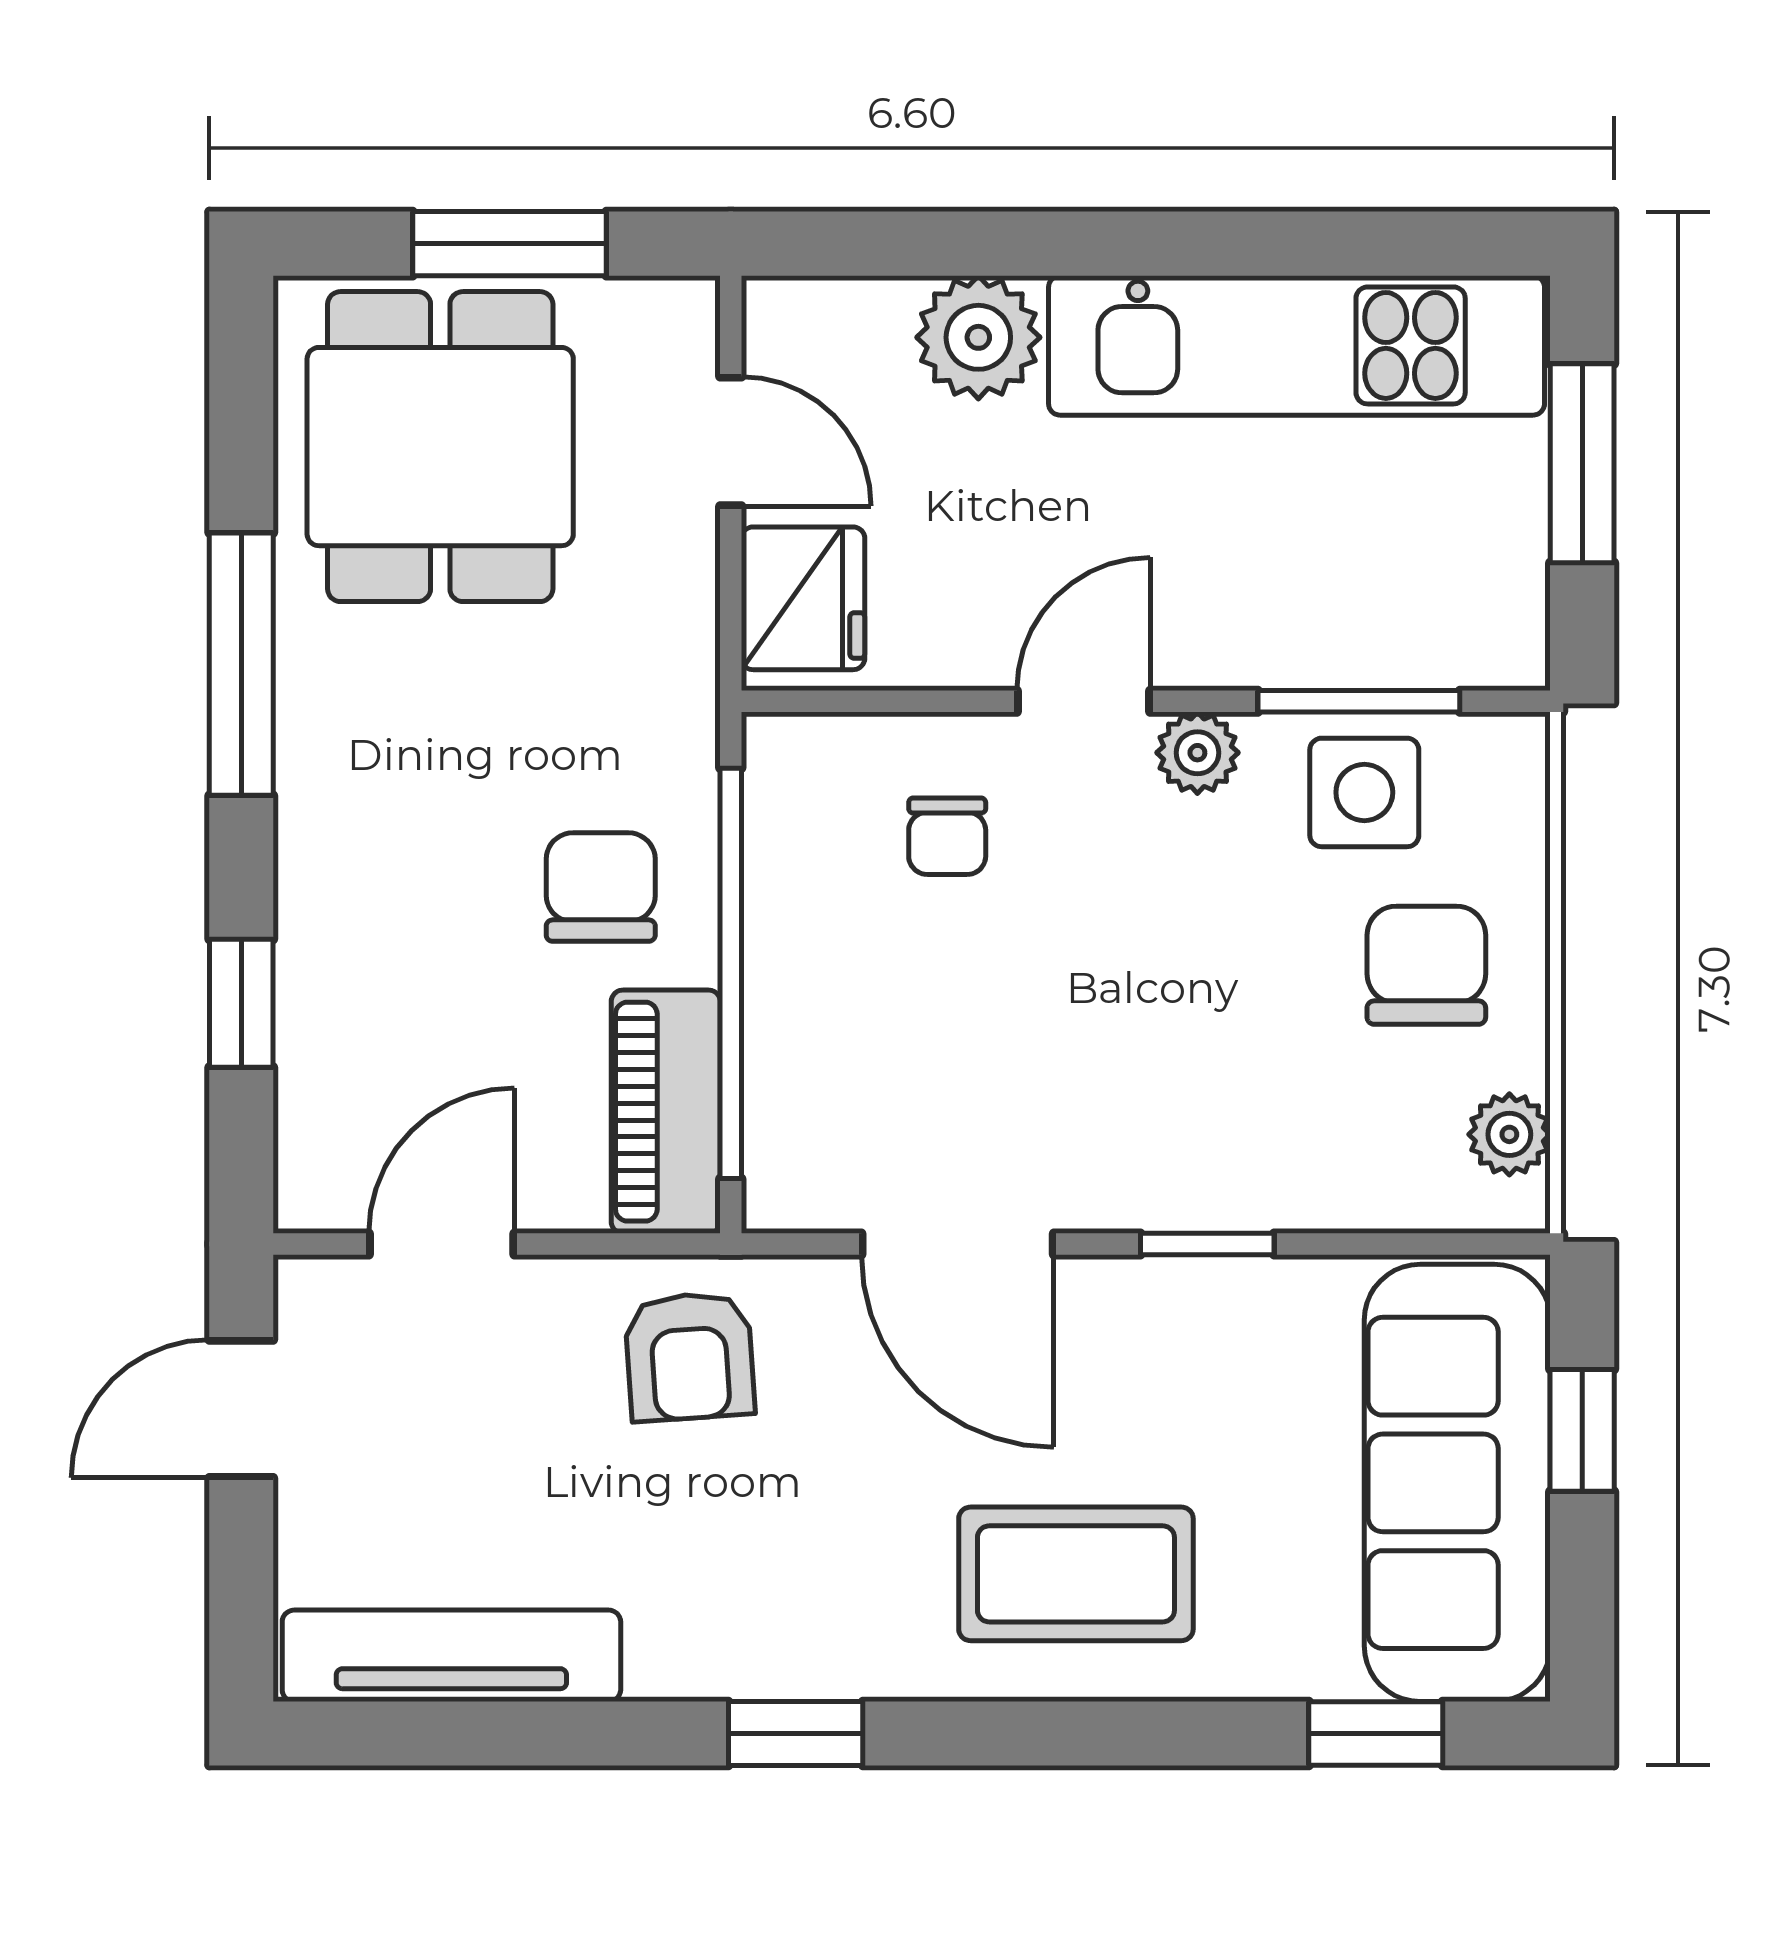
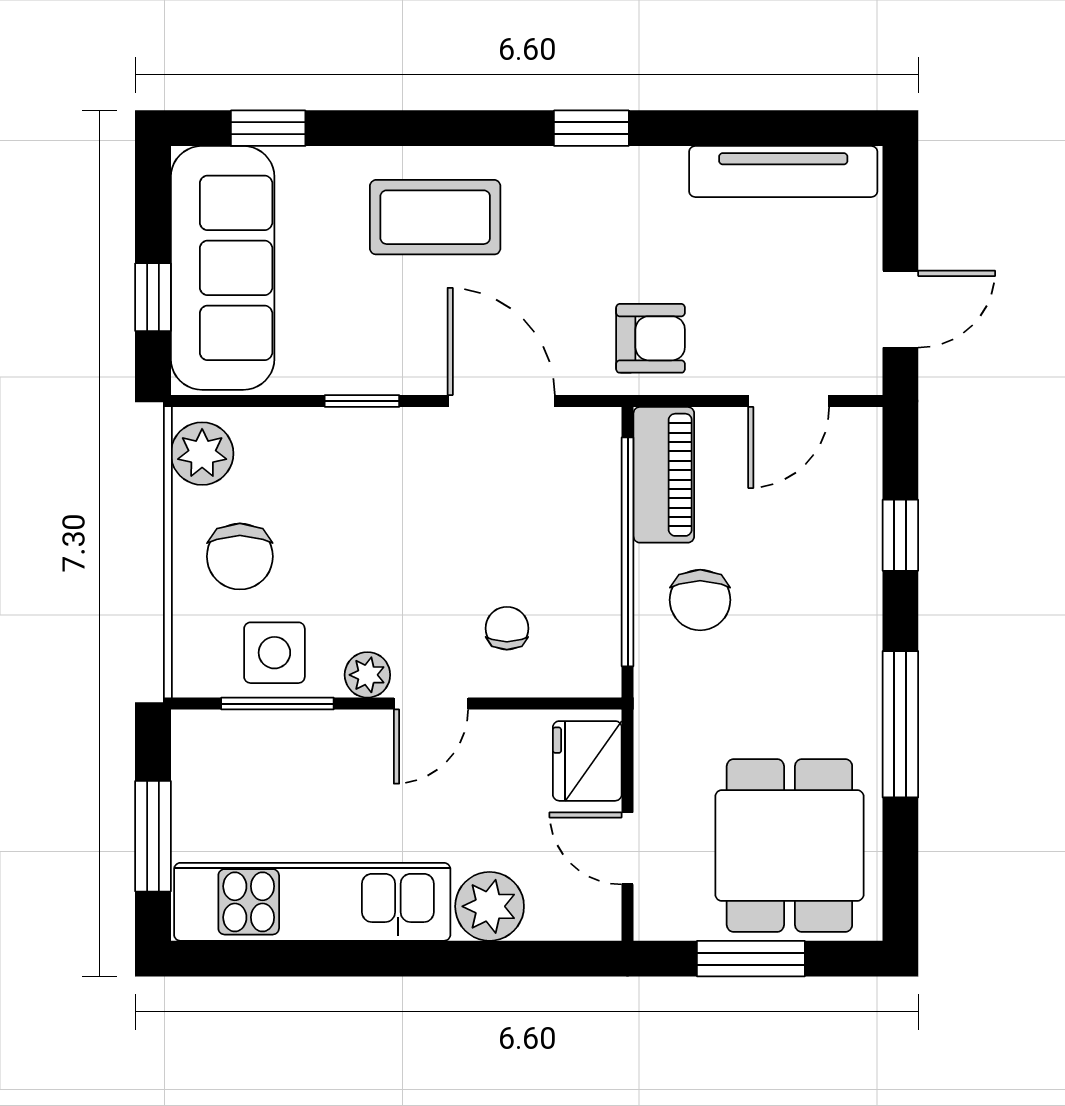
plant: (1509, 1134) -> (202, 454), width x1.38, depth x1.38
armchair: (690, 1356) -> (651, 338), turned 94

